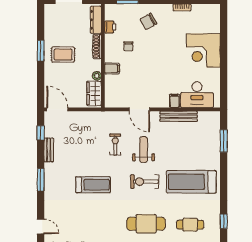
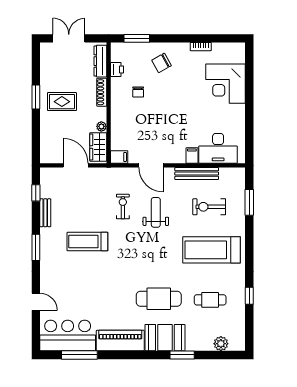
corner desk: (203, 50) -> (225, 84), moved
filing cabinet: (112, 68) -> (119, 157), moved
door: (57, 109) -> (76, 165), moved
exercise bike: (145, 182) -> (209, 207), moved
treadmill: (93, 185) -> (87, 242), moved, turned 180

